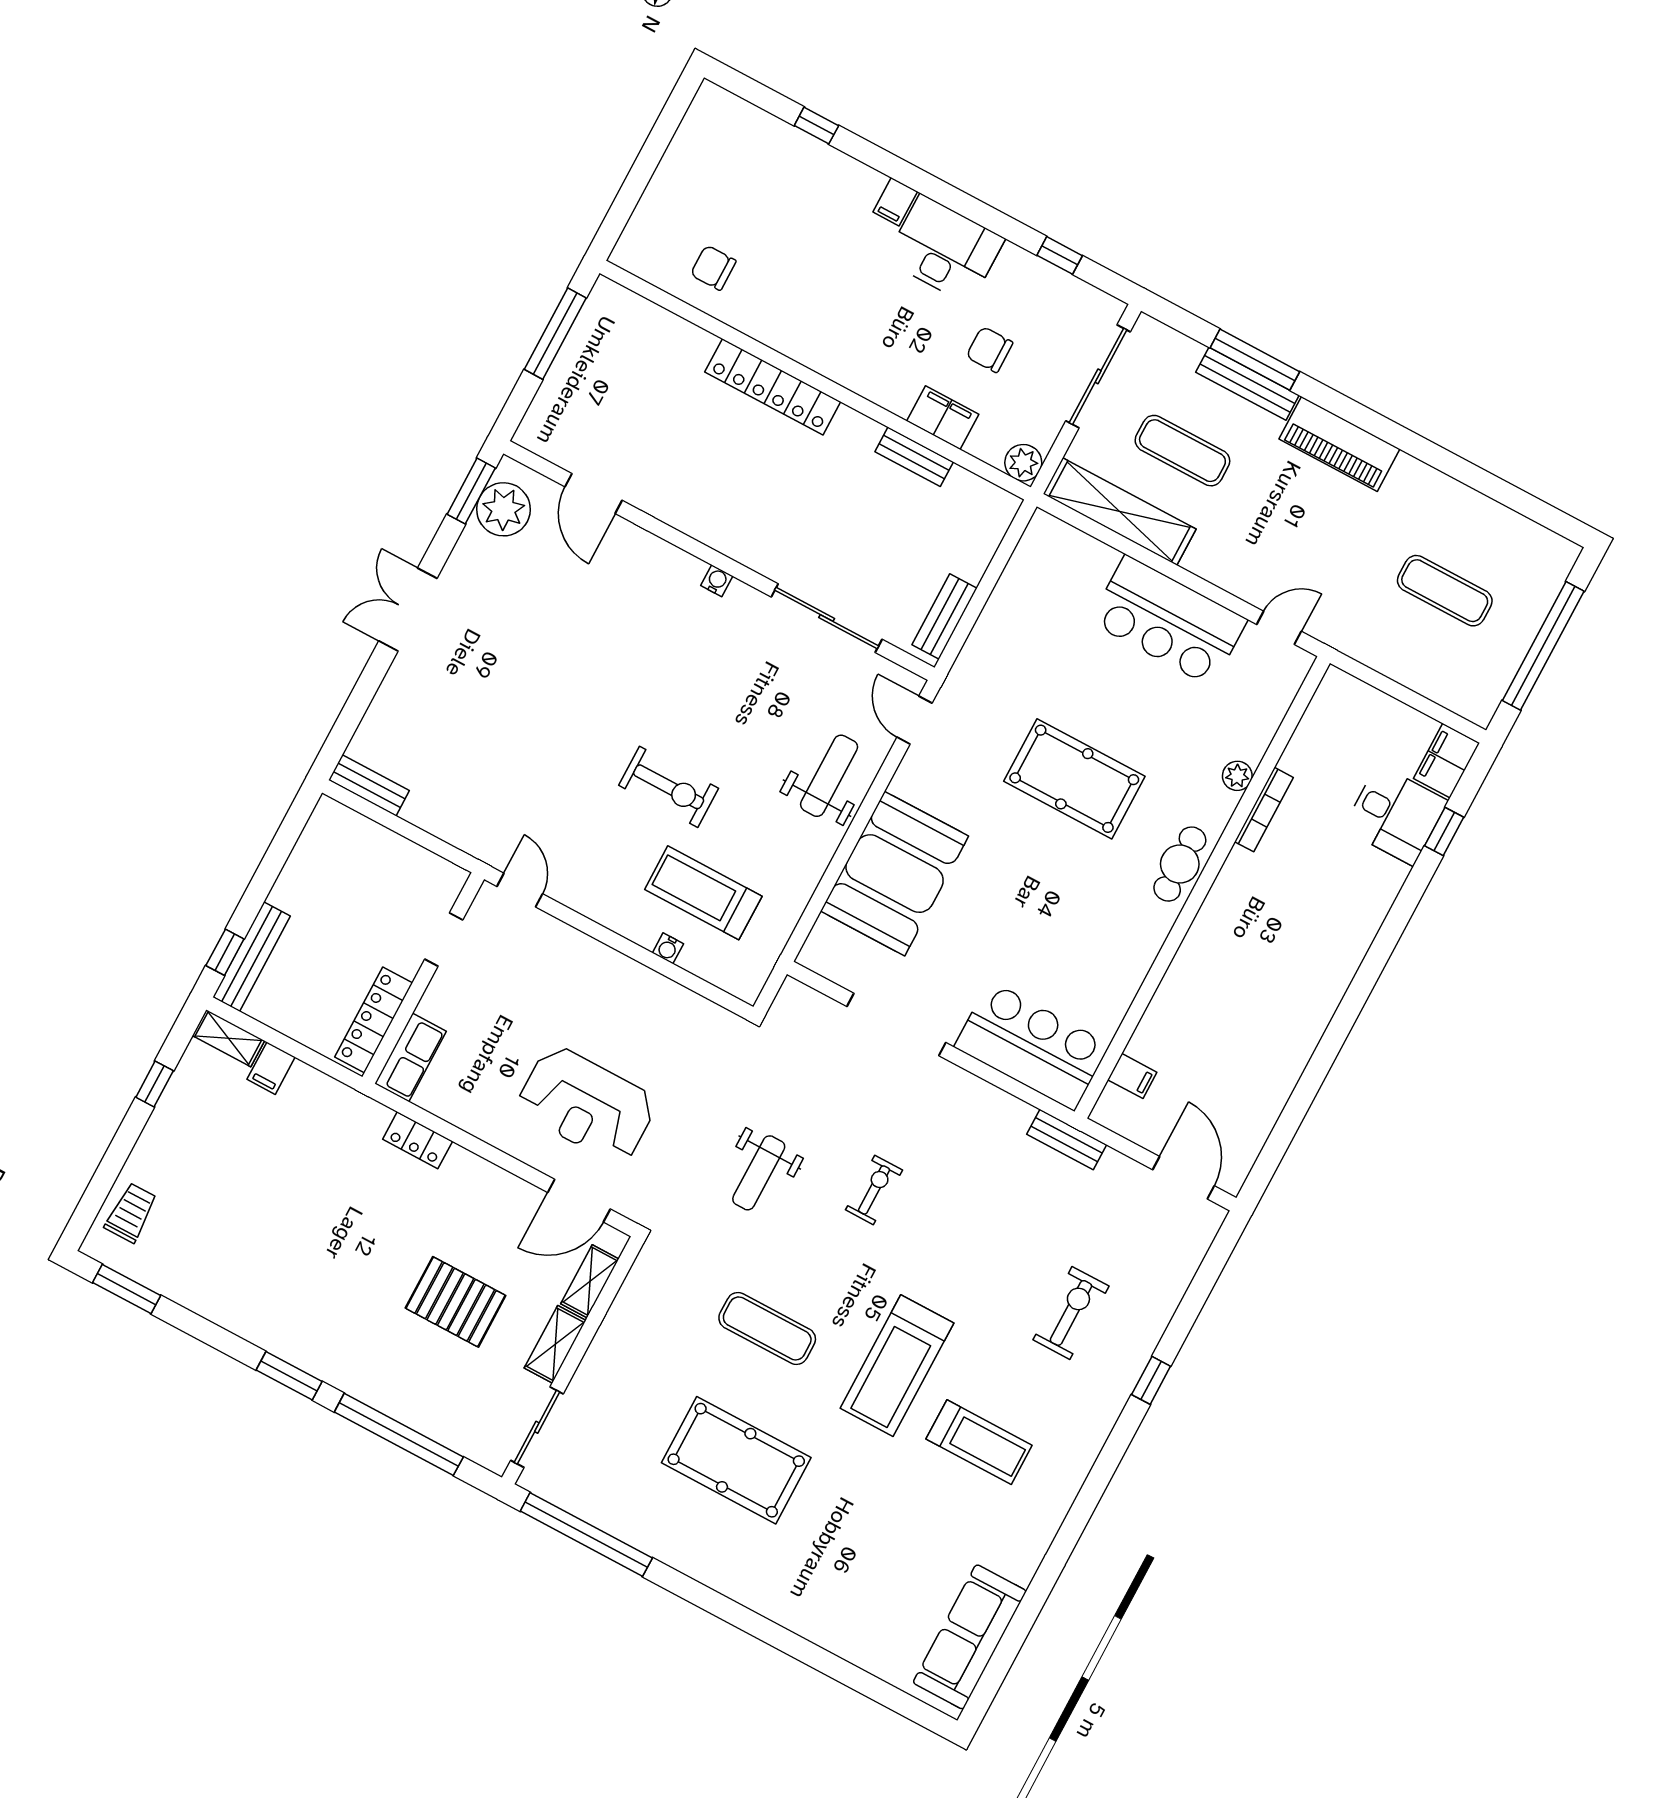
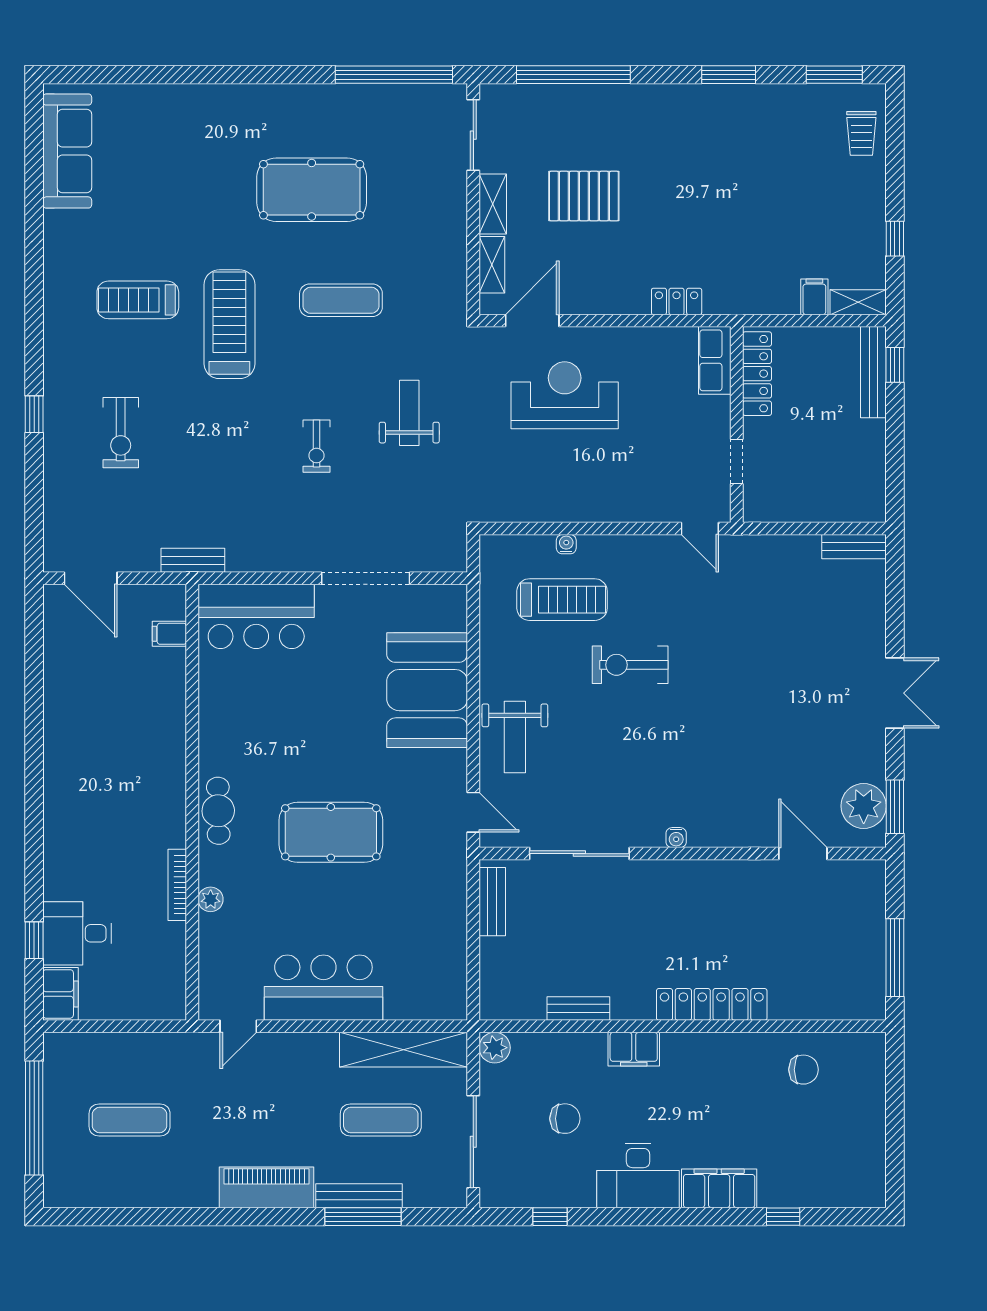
filing cabinet: (895, 202) -> (719, 1188), width x3.00, depth x1.17
filing cabinet: (943, 418) -> (634, 1049), moved
window: (289, 1376) -> (729, 75), moved

